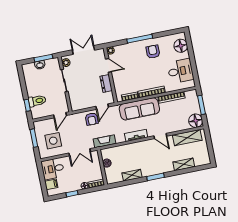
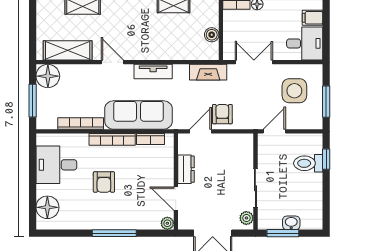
armchair: (153, 52) -> (104, 182), moved

